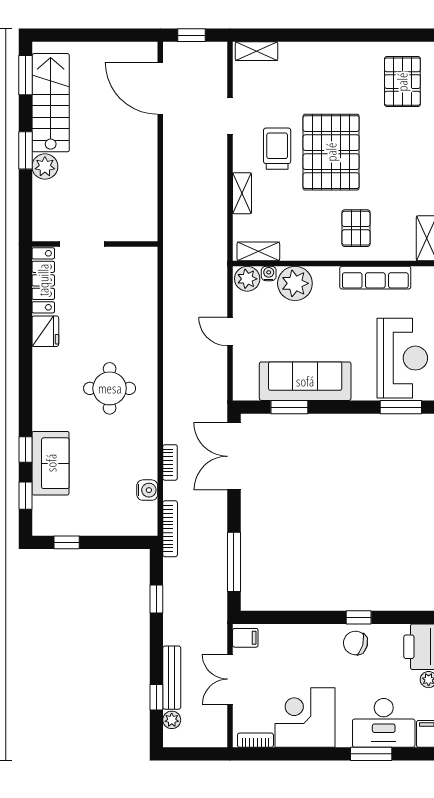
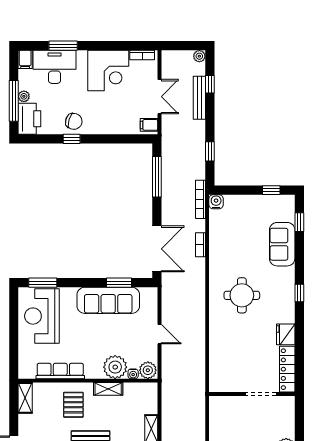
shelving: (258, 251) -> (108, 389), moved
window: (25, 450) -> (299, 293), moved
water cooler: (147, 490) -> (216, 202), moved, turned 90
plant: (172, 720) -> (199, 56), moved

